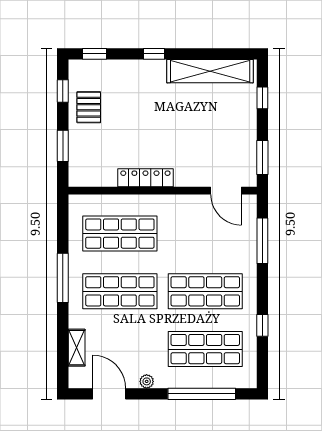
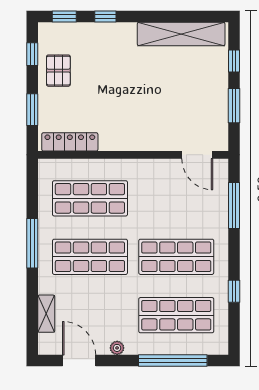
window: (154, 54) -> (105, 17), moved
window: (262, 158) -> (234, 106), moved
locker: (145, 178) -> (70, 142), moved

